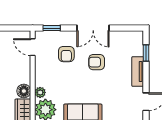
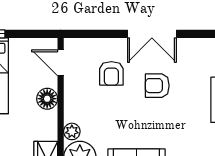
window: (52, 28) -> (89, 34), removed
floor lamp: (24, 91) -> (47, 99), moved

